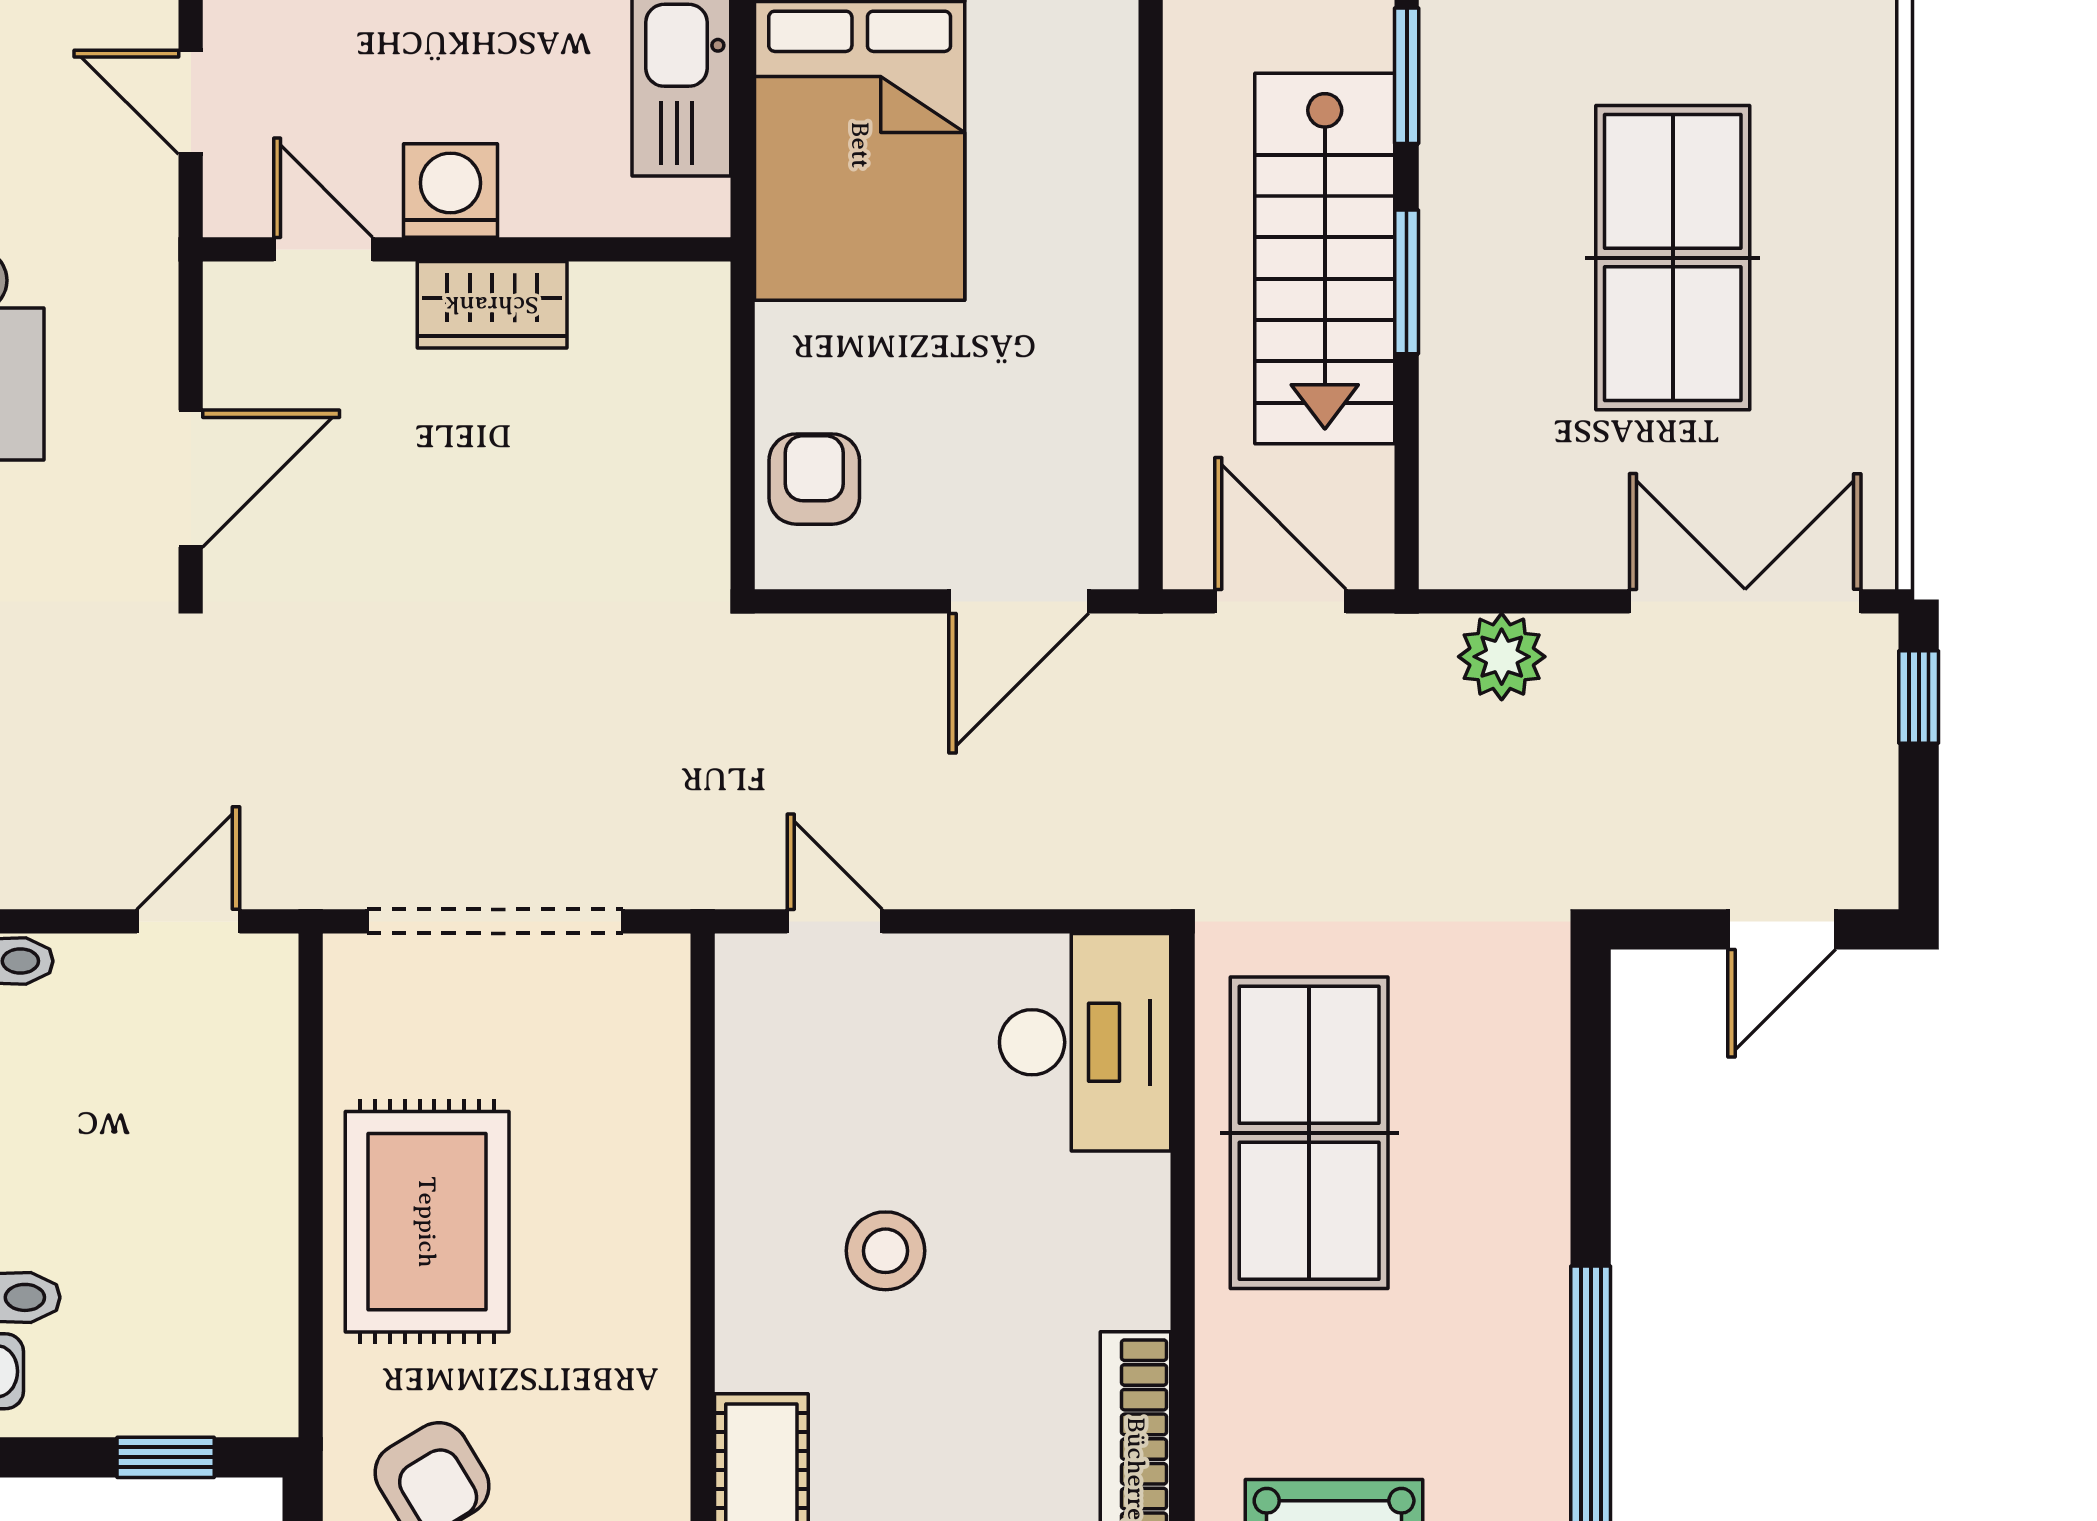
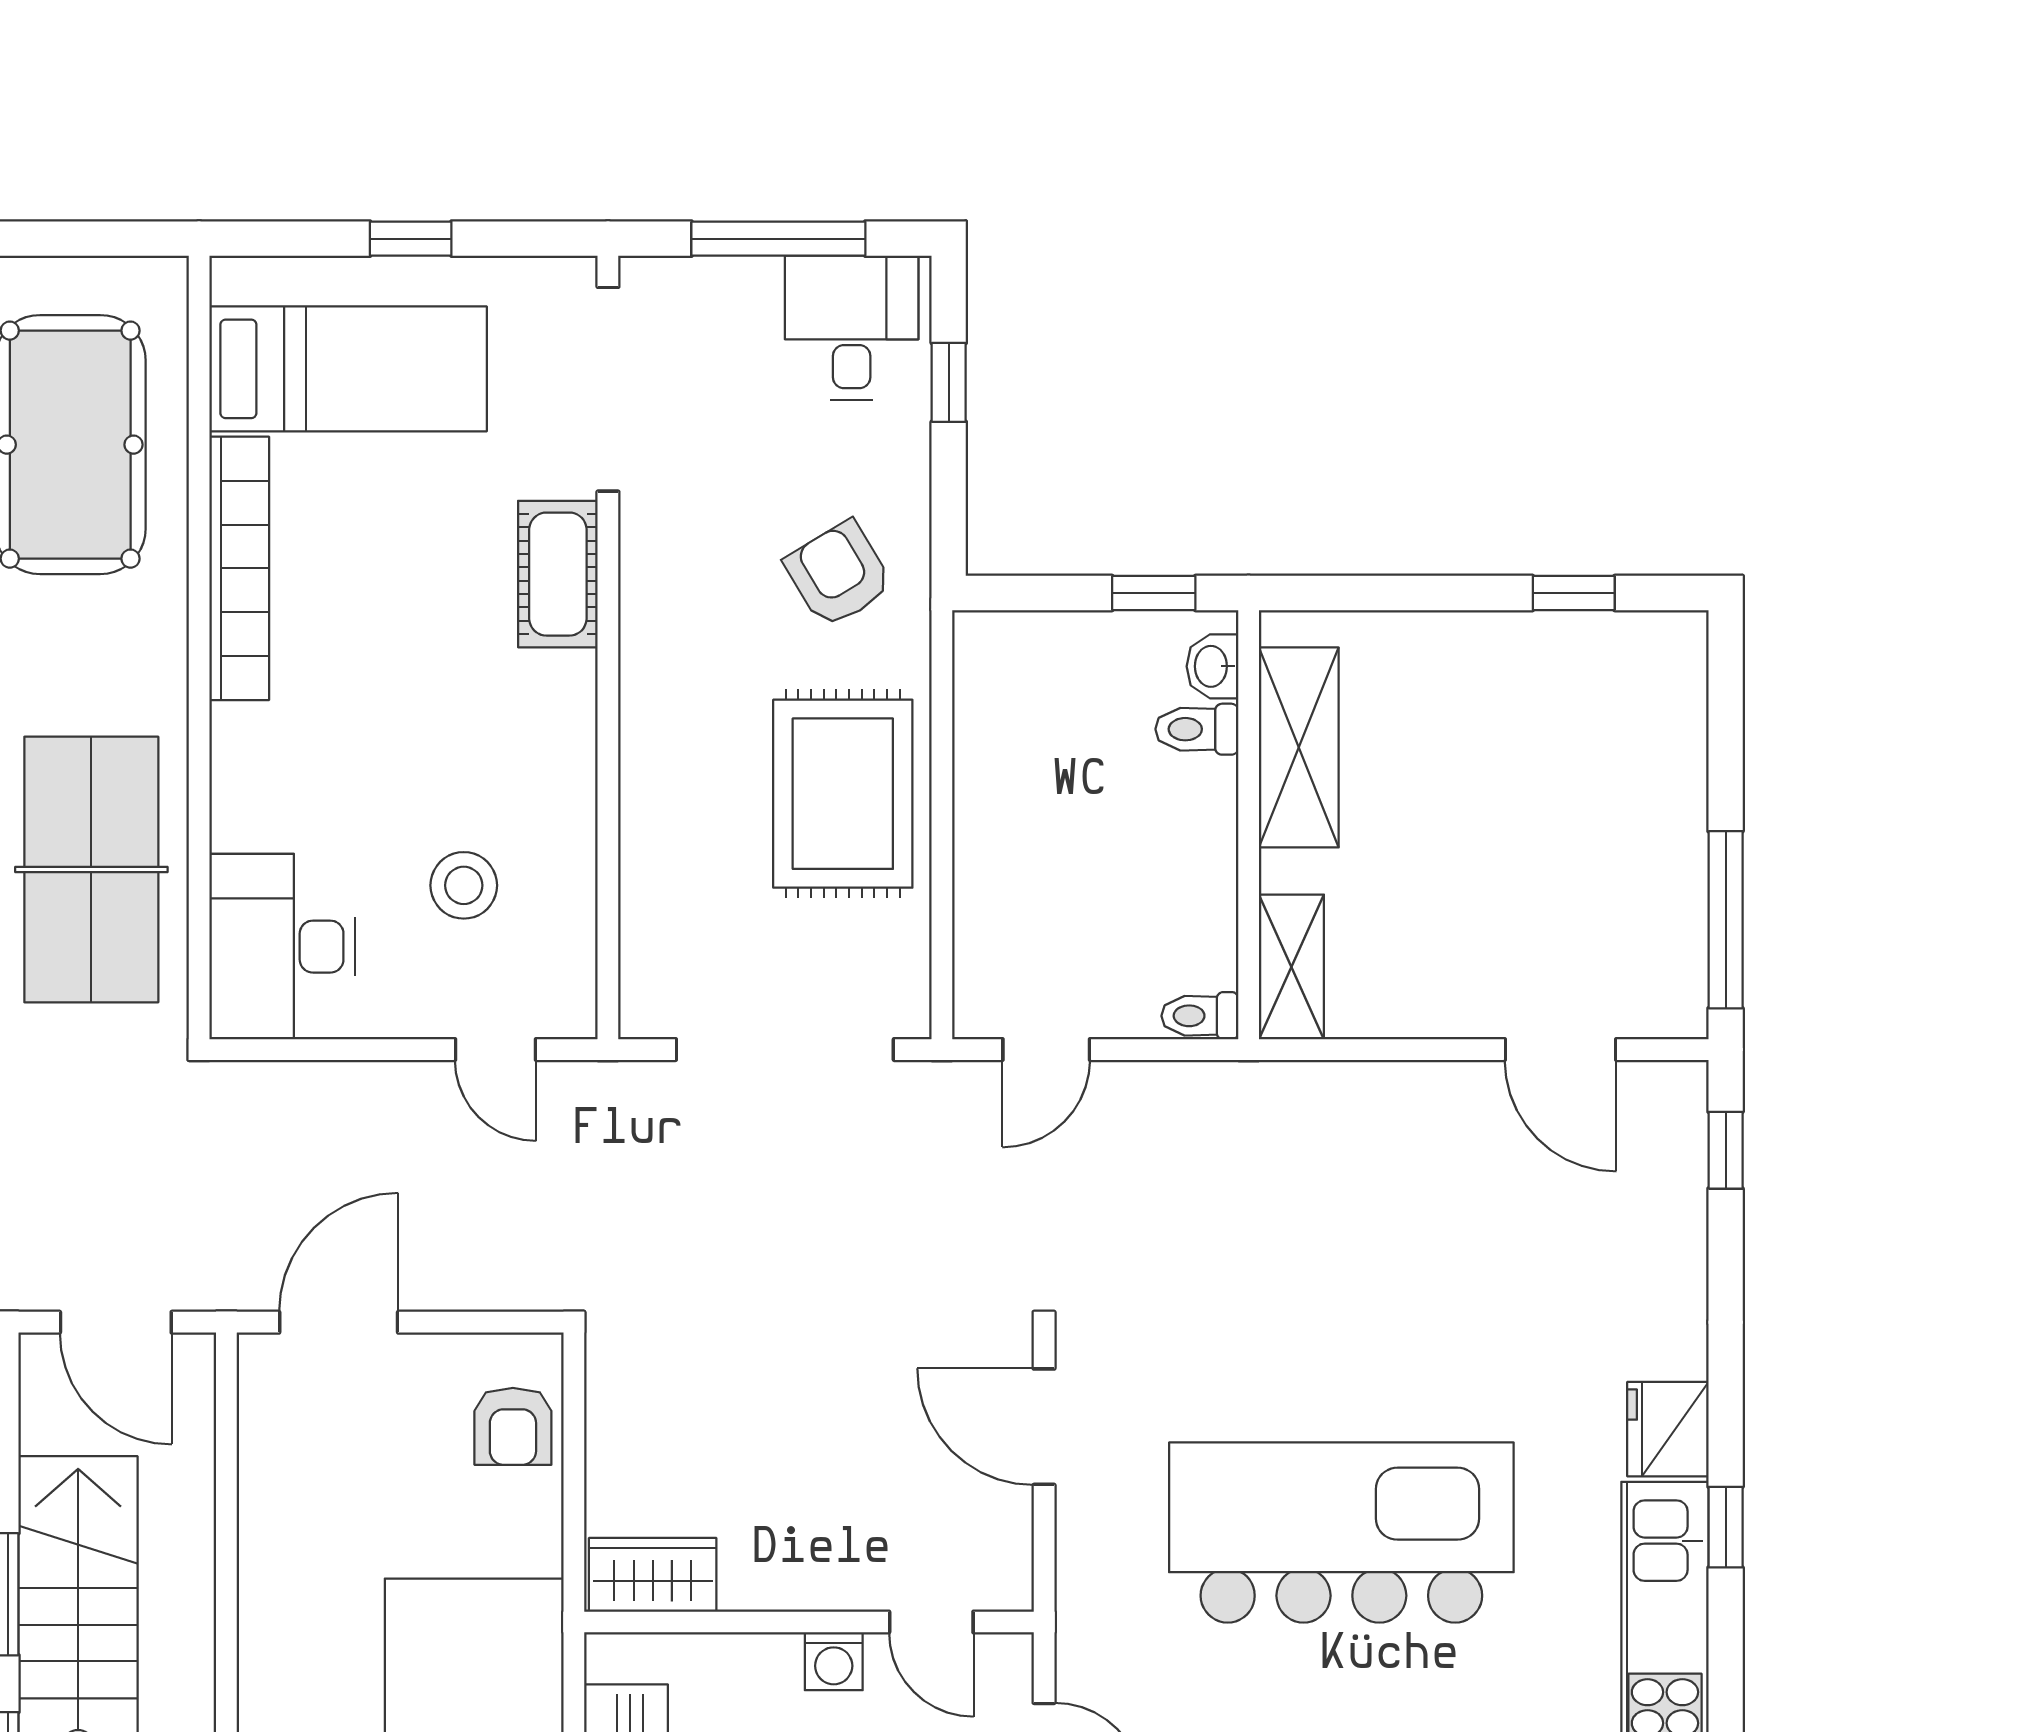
washing machine: (450, 190) -> (834, 1661), width x0.73, depth x0.73
wardrobe: (492, 305) -> (653, 1575), moved
door: (191, 479) -> (1044, 1427), hinge flipped
stool: (886, 1251) -> (464, 885), moved
window: (166, 1457) -> (1154, 593), moved

